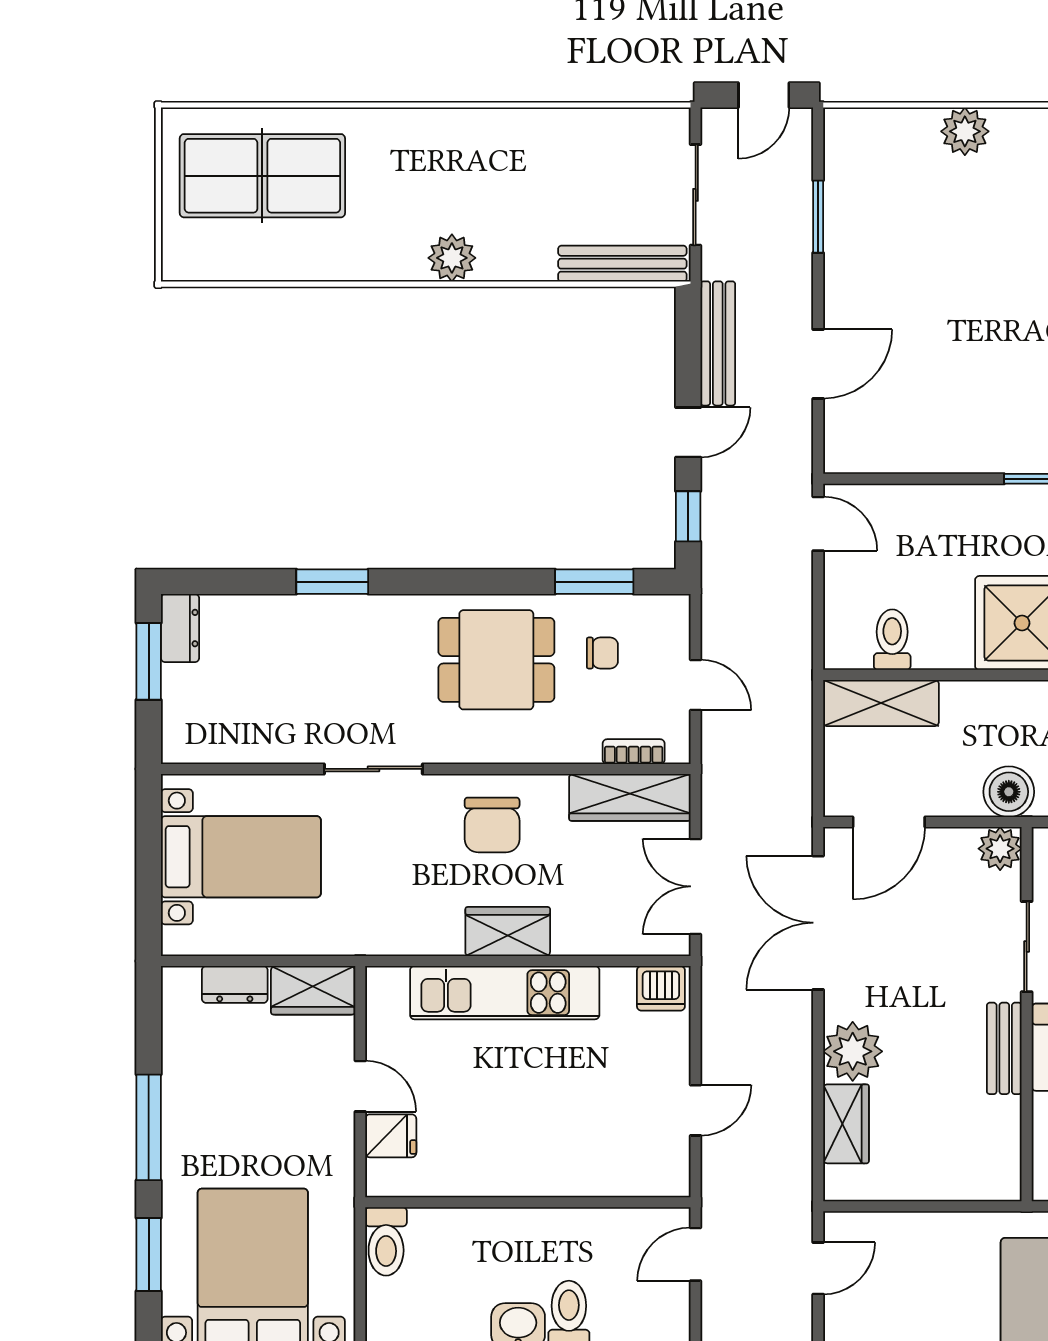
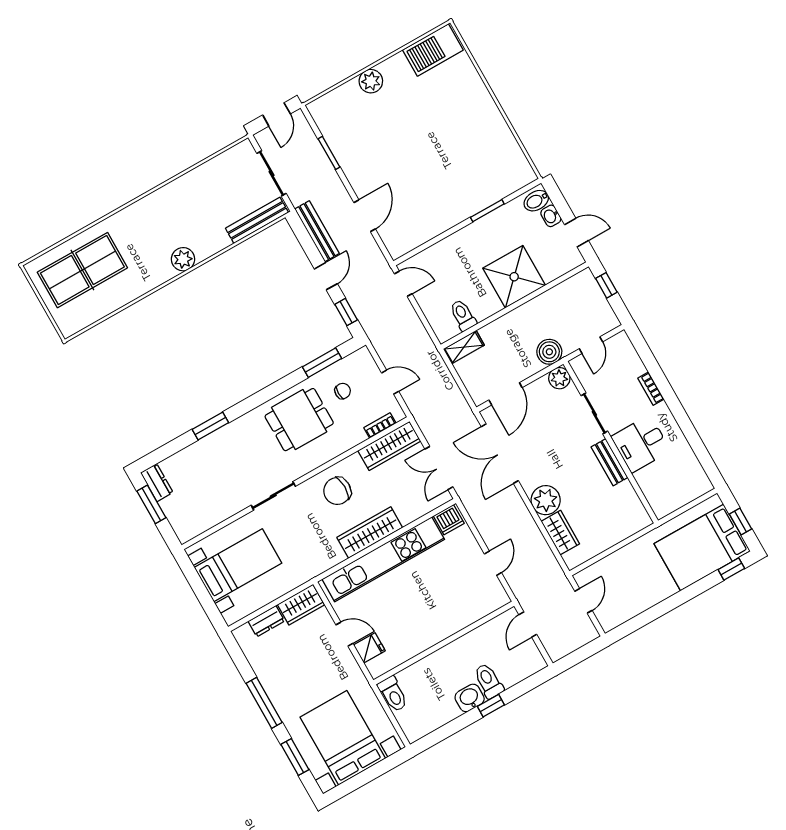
shelving: (881, 703) -> (464, 347), width x0.67, depth x0.75
chair: (492, 825) -> (337, 491), turned 90
wardrobe: (508, 932) -> (370, 533), width x1.50
kitchen unit: (505, 993) -> (383, 559), width x1.36

